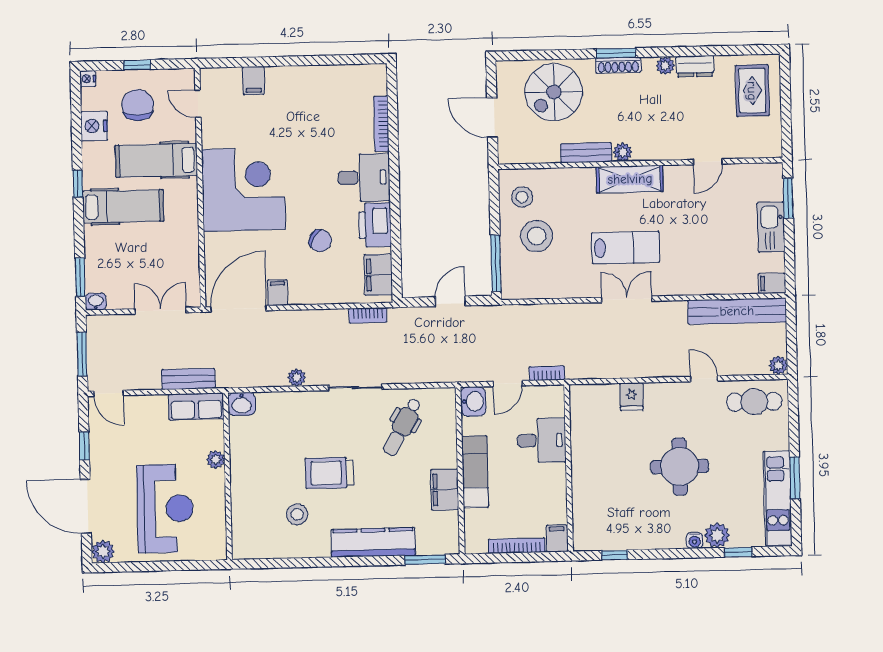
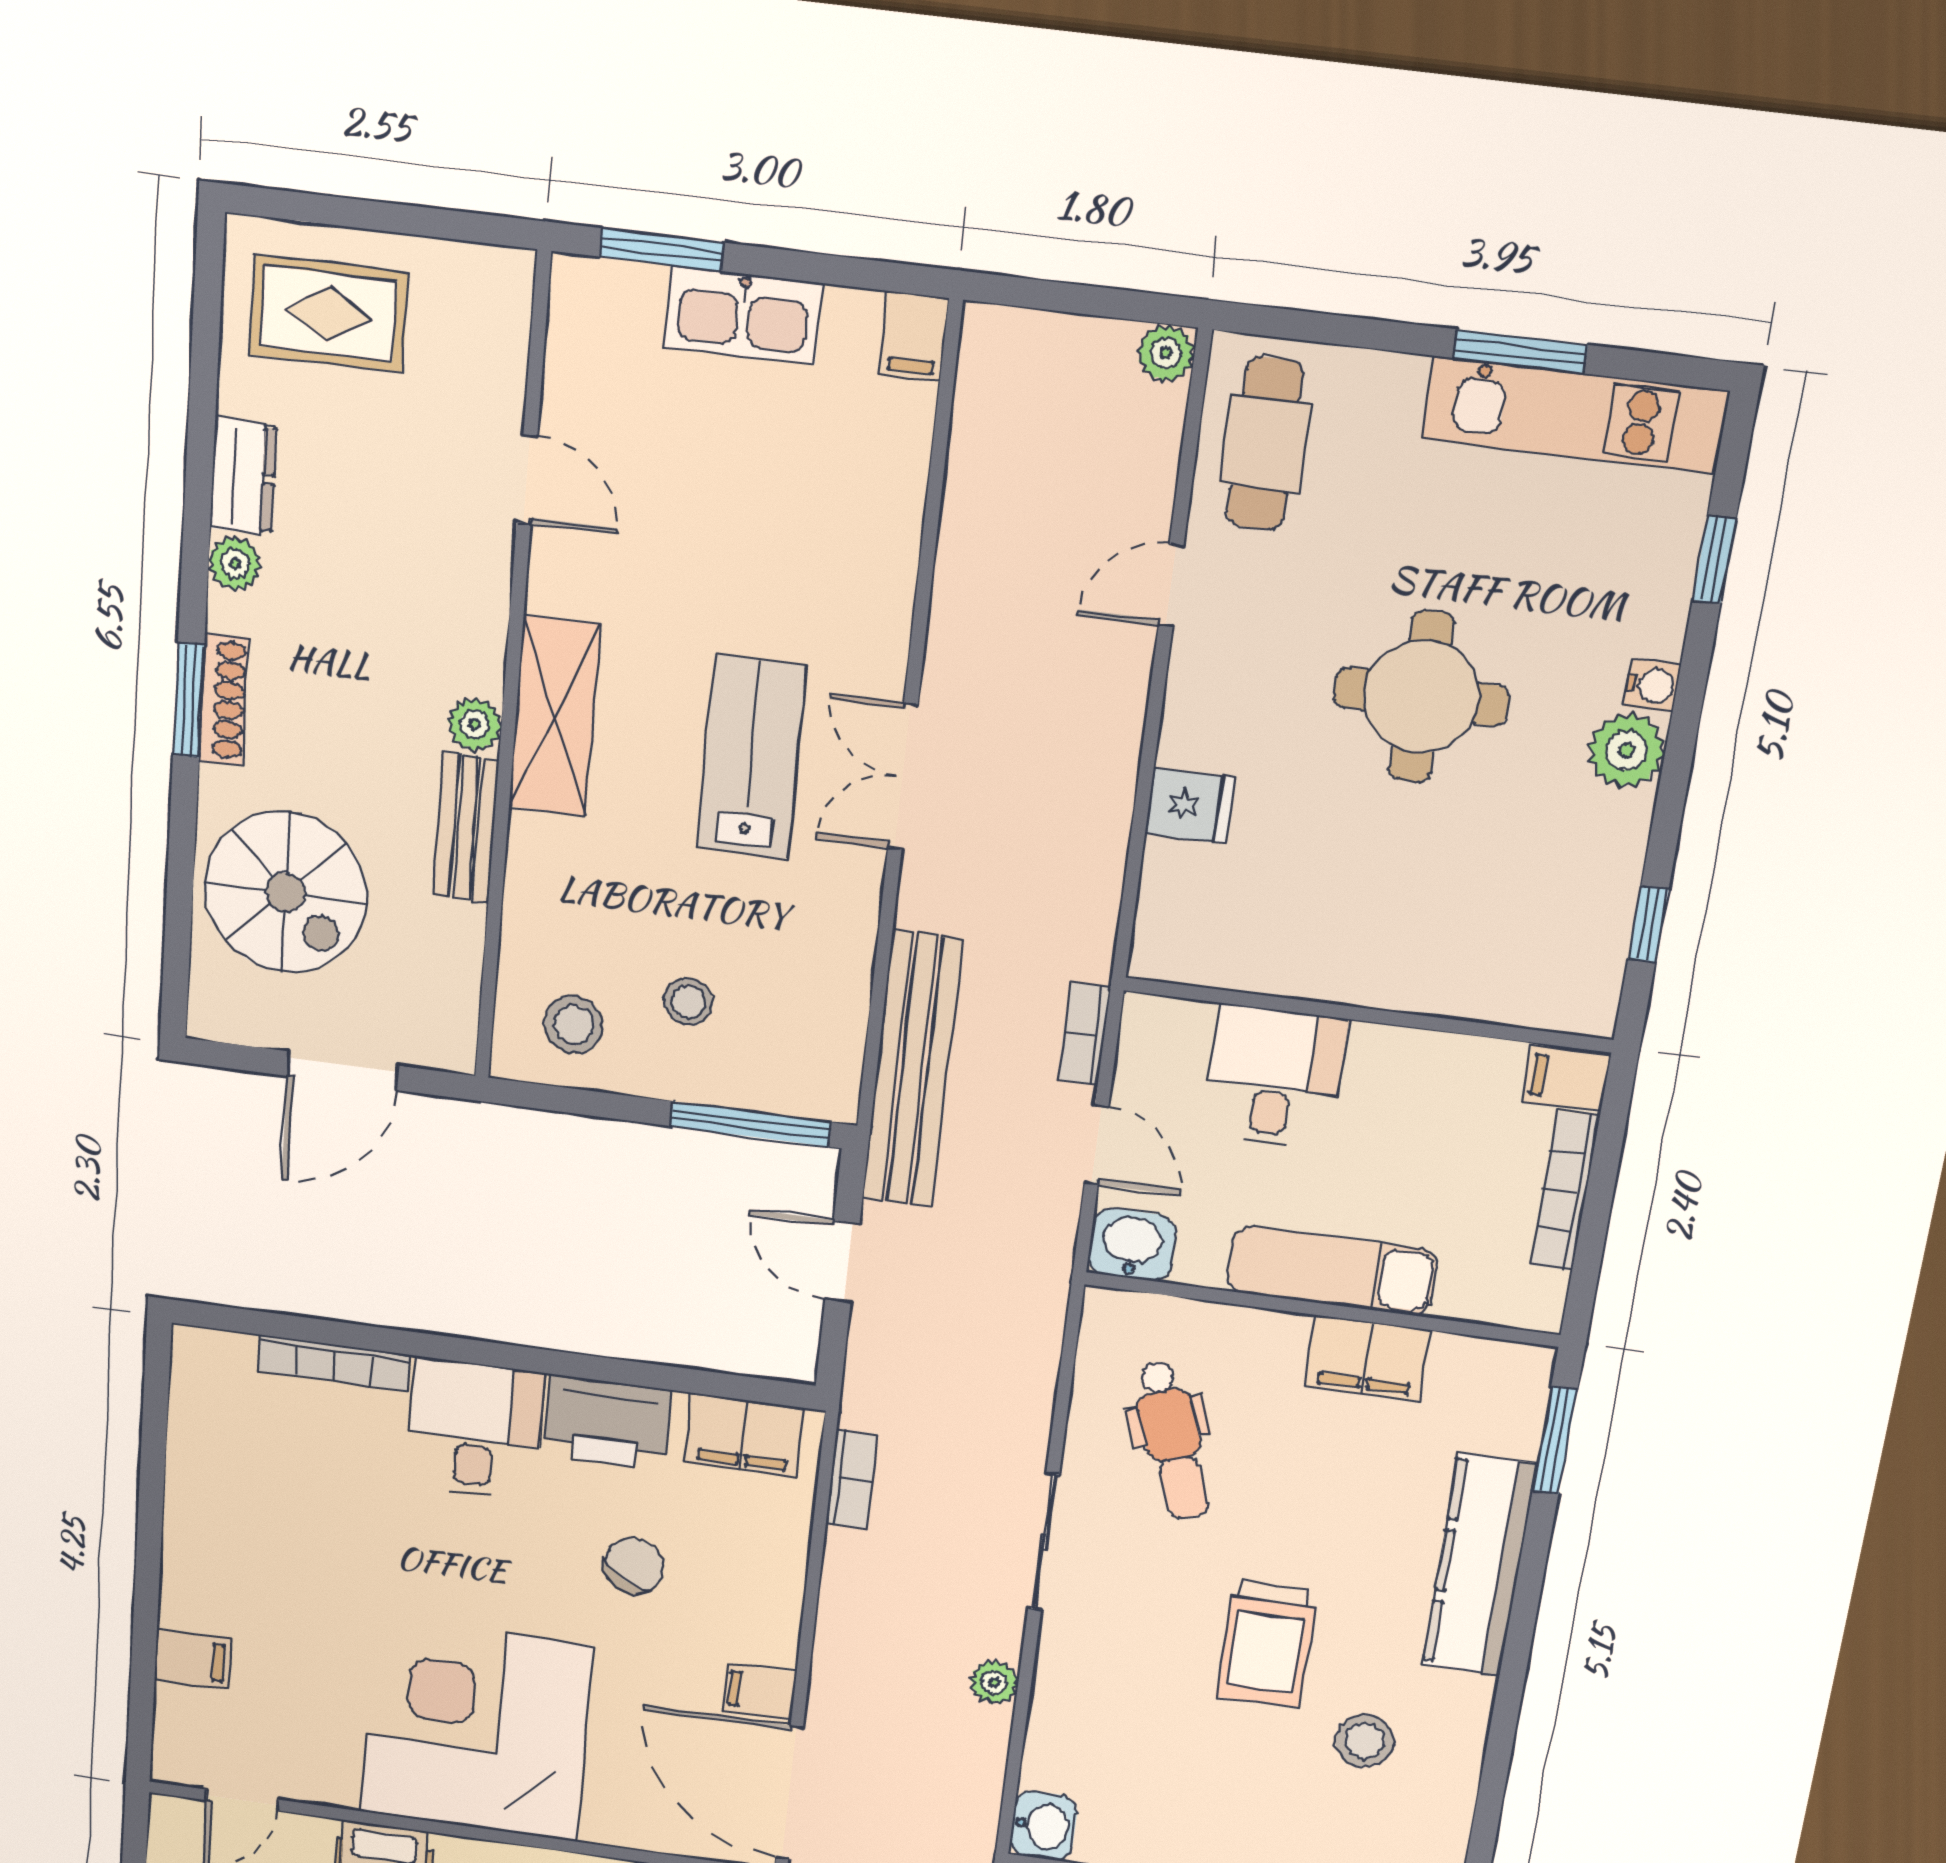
stool: (537, 236) -> (688, 1002), width x0.53, depth x0.53
bench: (737, 311) -> (912, 1070), moved
dental chair: (402, 427) -> (1173, 1440), turned 41
plant: (717, 535) -> (1626, 751), moved

